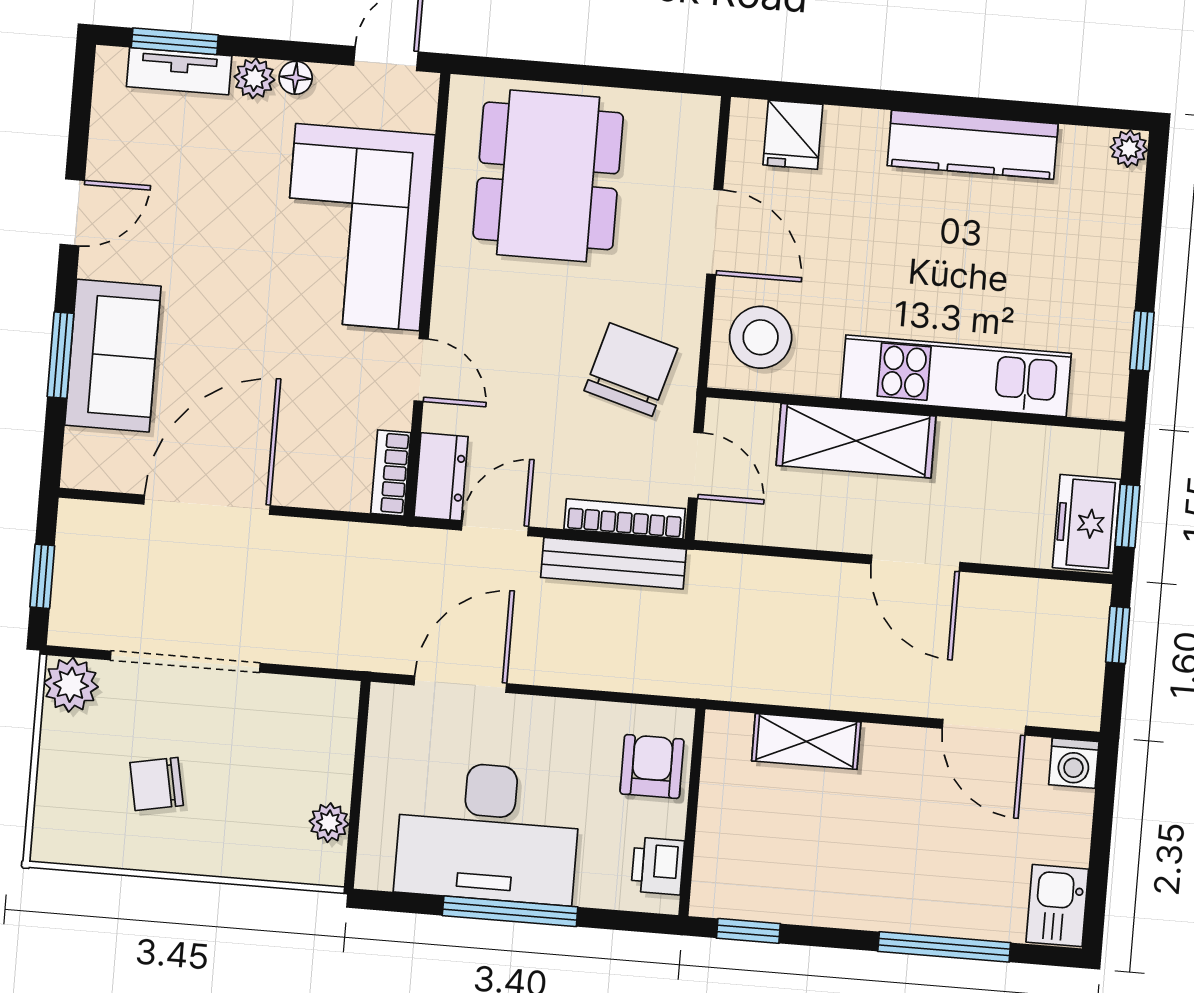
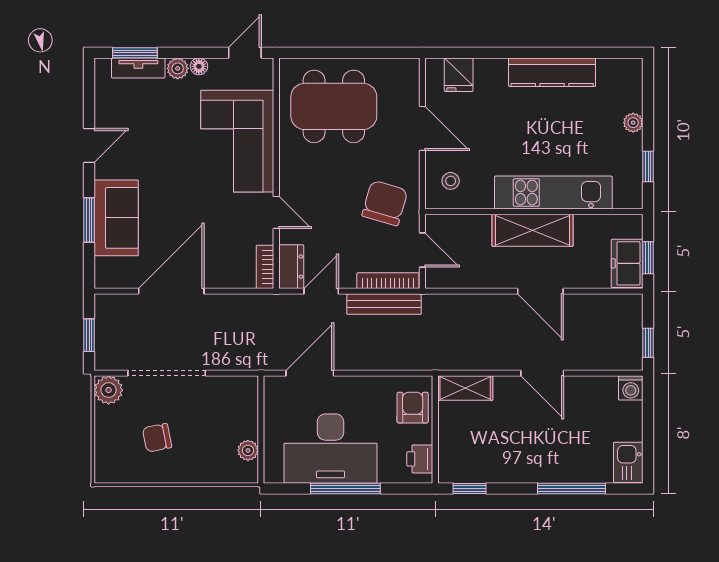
plant: (1129, 149) -> (633, 123), moved
dining table: (548, 176) -> (334, 106), turned 90
stool: (761, 337) -> (451, 181), width x0.53, depth x0.53
shelving: (856, 441) -> (533, 230), moved
window: (1118, 635) -> (648, 343), moved
door: (984, 727) -> (542, 373), moved
shelving: (806, 741) -> (465, 388), moved

